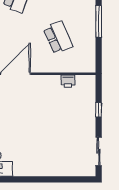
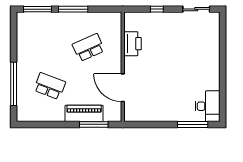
printer: (68, 81) -> (133, 44), width x1.87, depth x1.48

